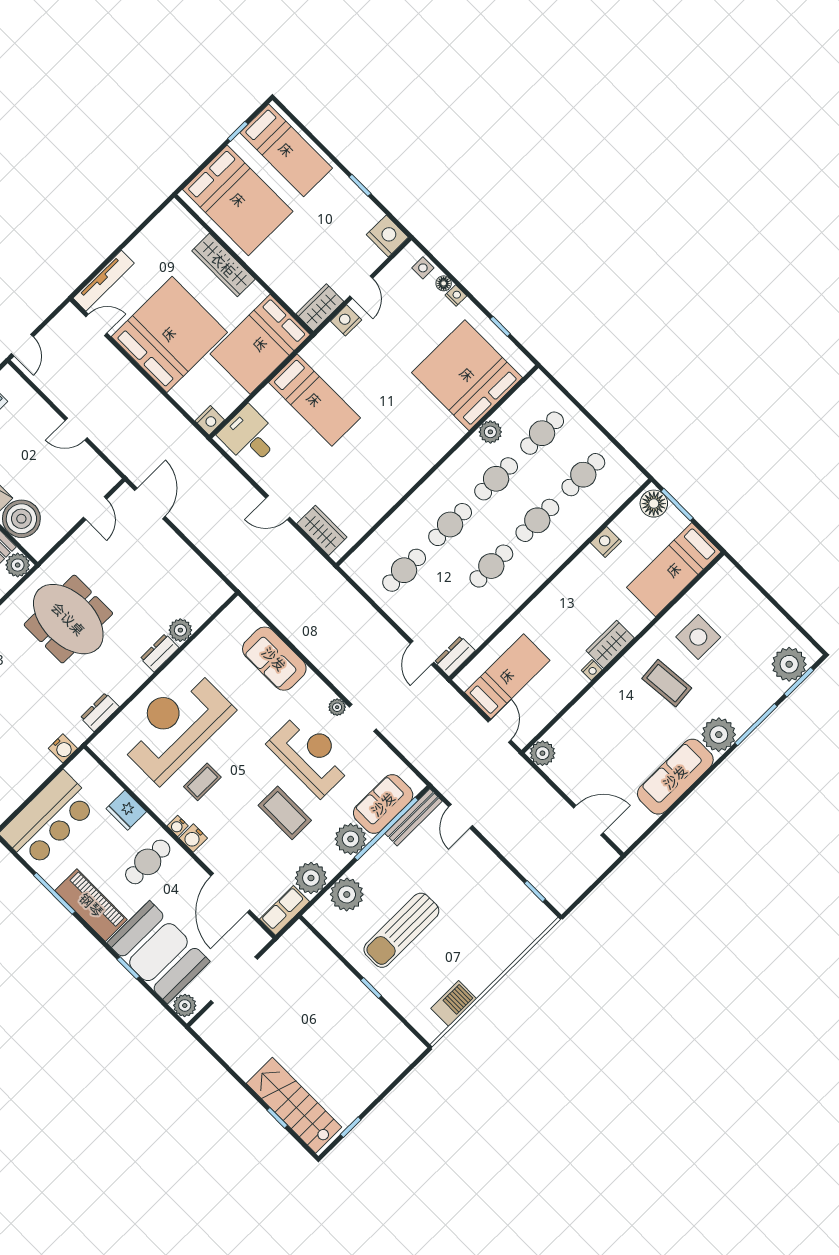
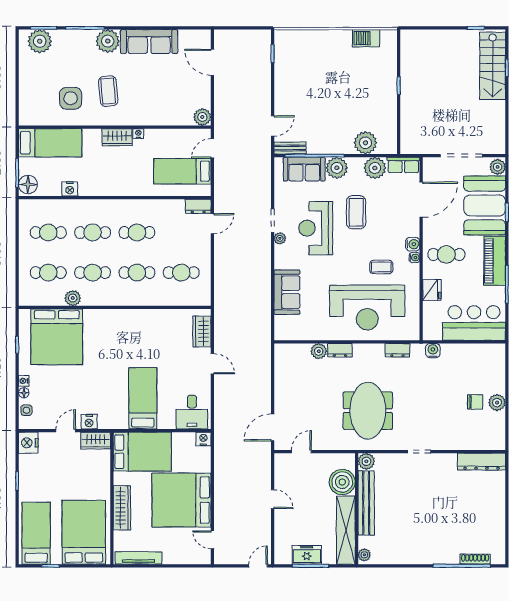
tv unit: (104, 281) -> (139, 558), moved
bench: (414, 817) -> (290, 148), width x0.73
sun lounger: (401, 930) -> (356, 99), removed

